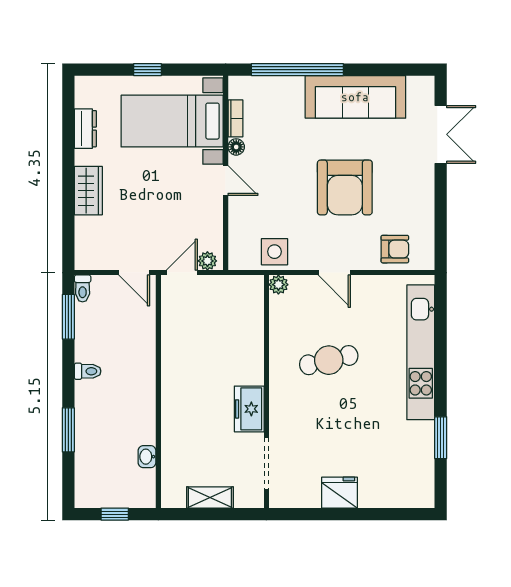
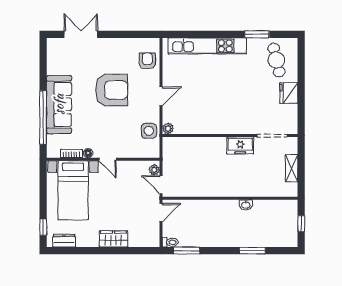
window: (147, 70) -> (43, 227), moved
sofa: (355, 97) -> (59, 104), moved
dresser: (85, 129) -> (64, 241), moved
door: (226, 181) -> (108, 159), swing flipped
cafe table: (329, 360) -> (276, 60), moved
toilet: (88, 371) -> (218, 239), removed
washbasin: (147, 457) -> (246, 205), moved

